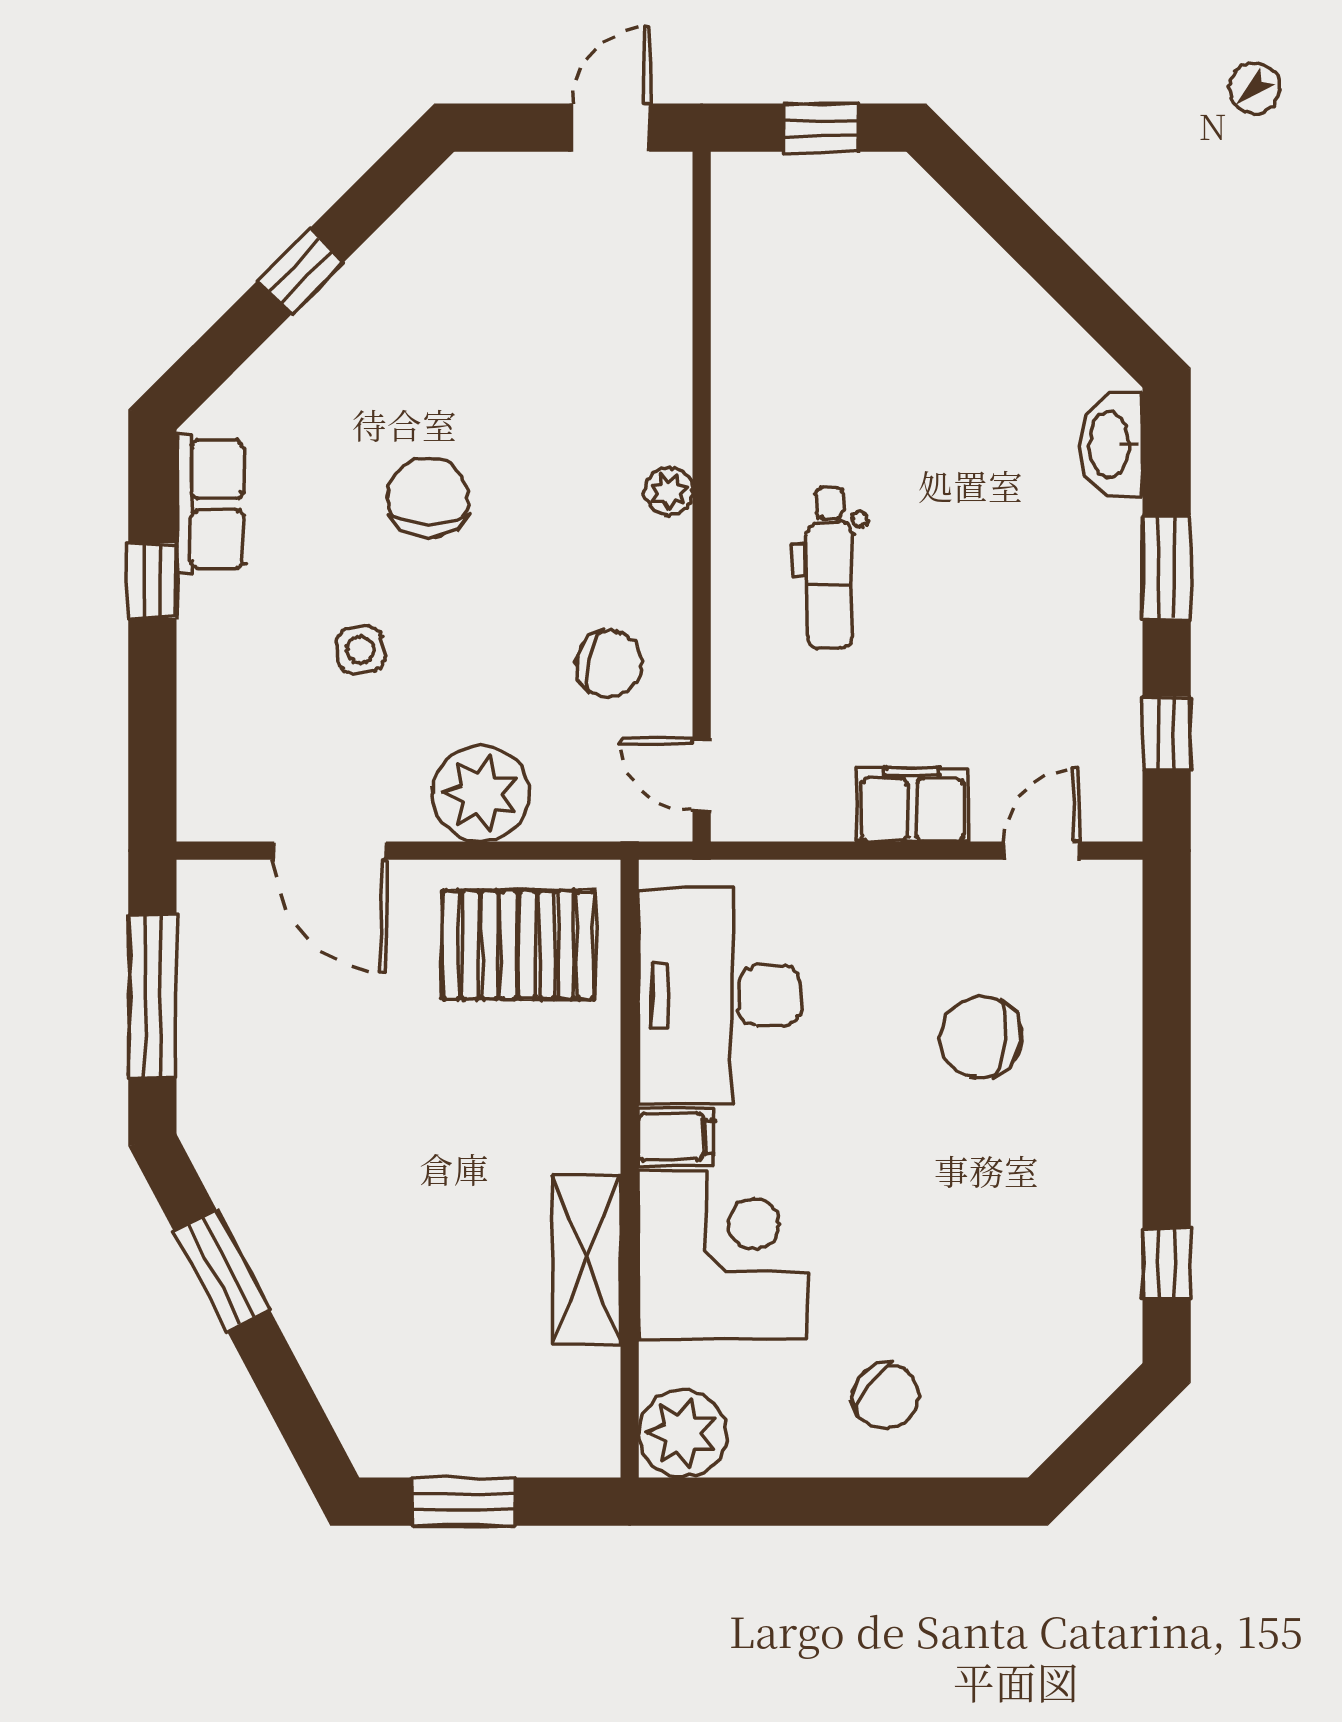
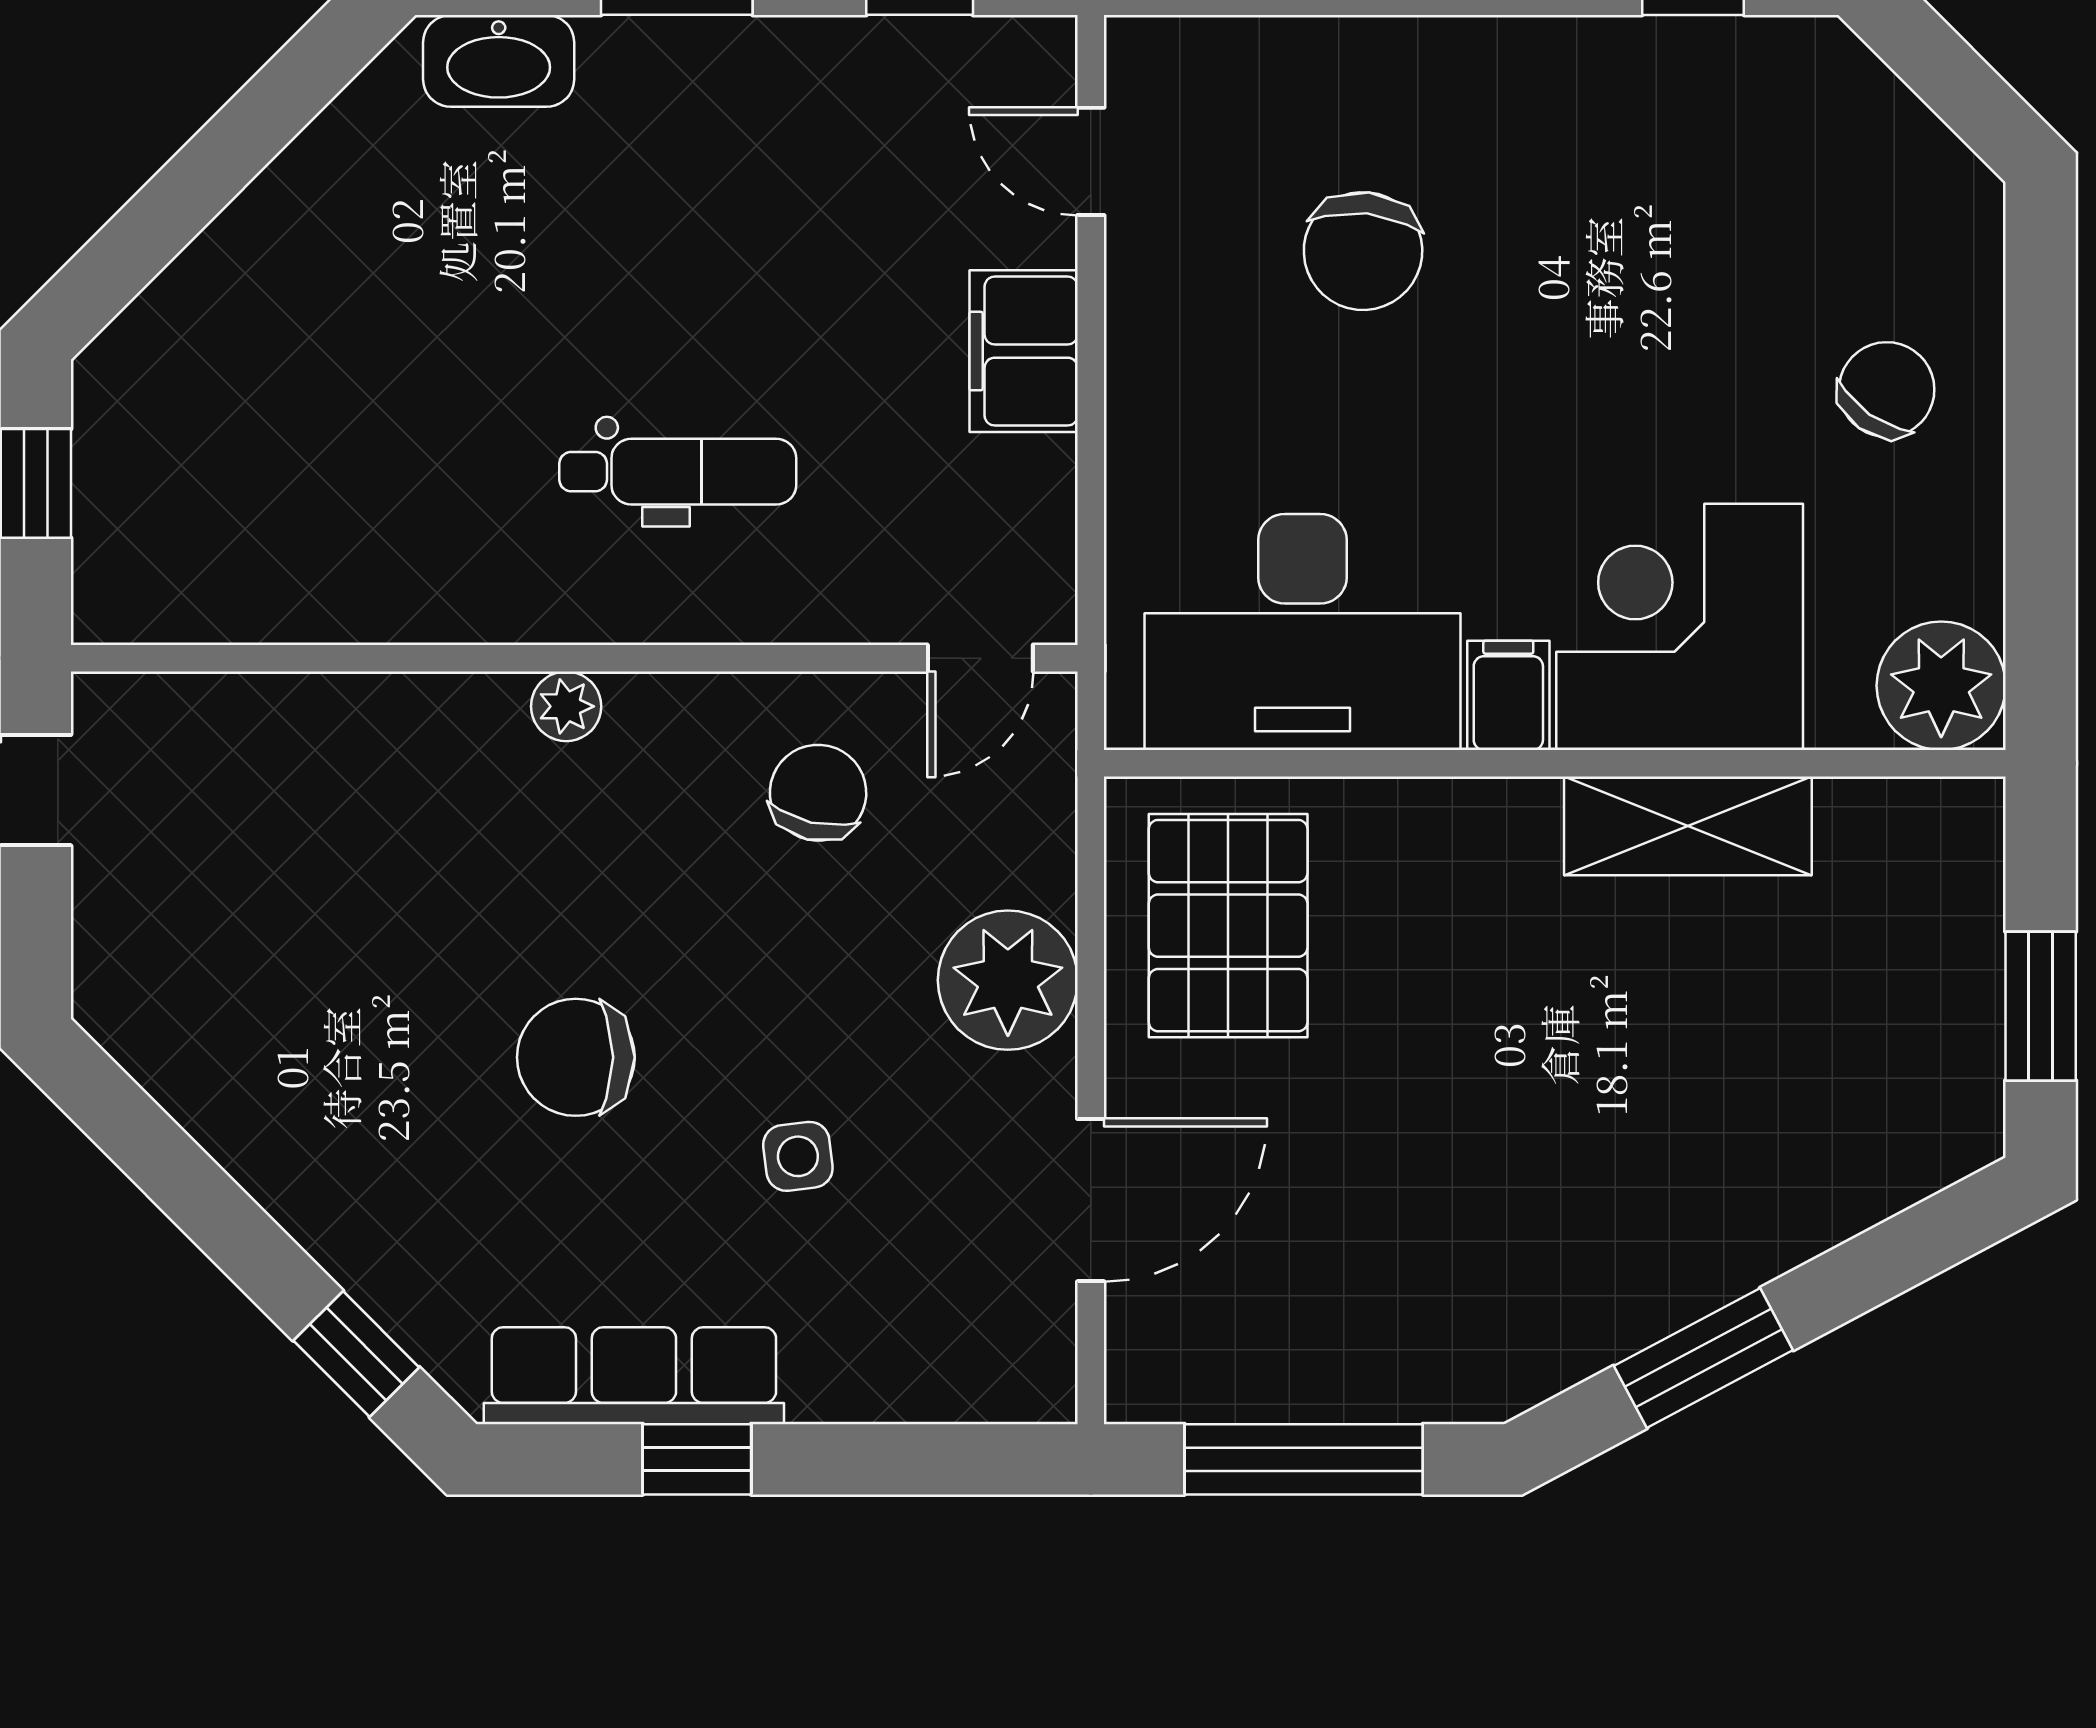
window: (301, 271) -> (356, 1354), moved
row of seats: (210, 504) -> (634, 1376), width x1.48

